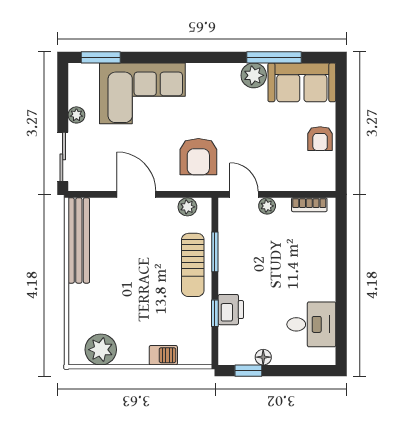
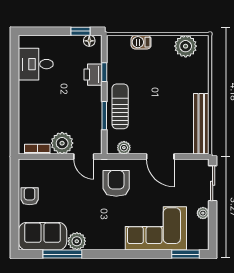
plant: (267, 206) -> (62, 143), width x1.88, depth x1.88
floor lamp: (263, 357) -> (89, 41), moved

